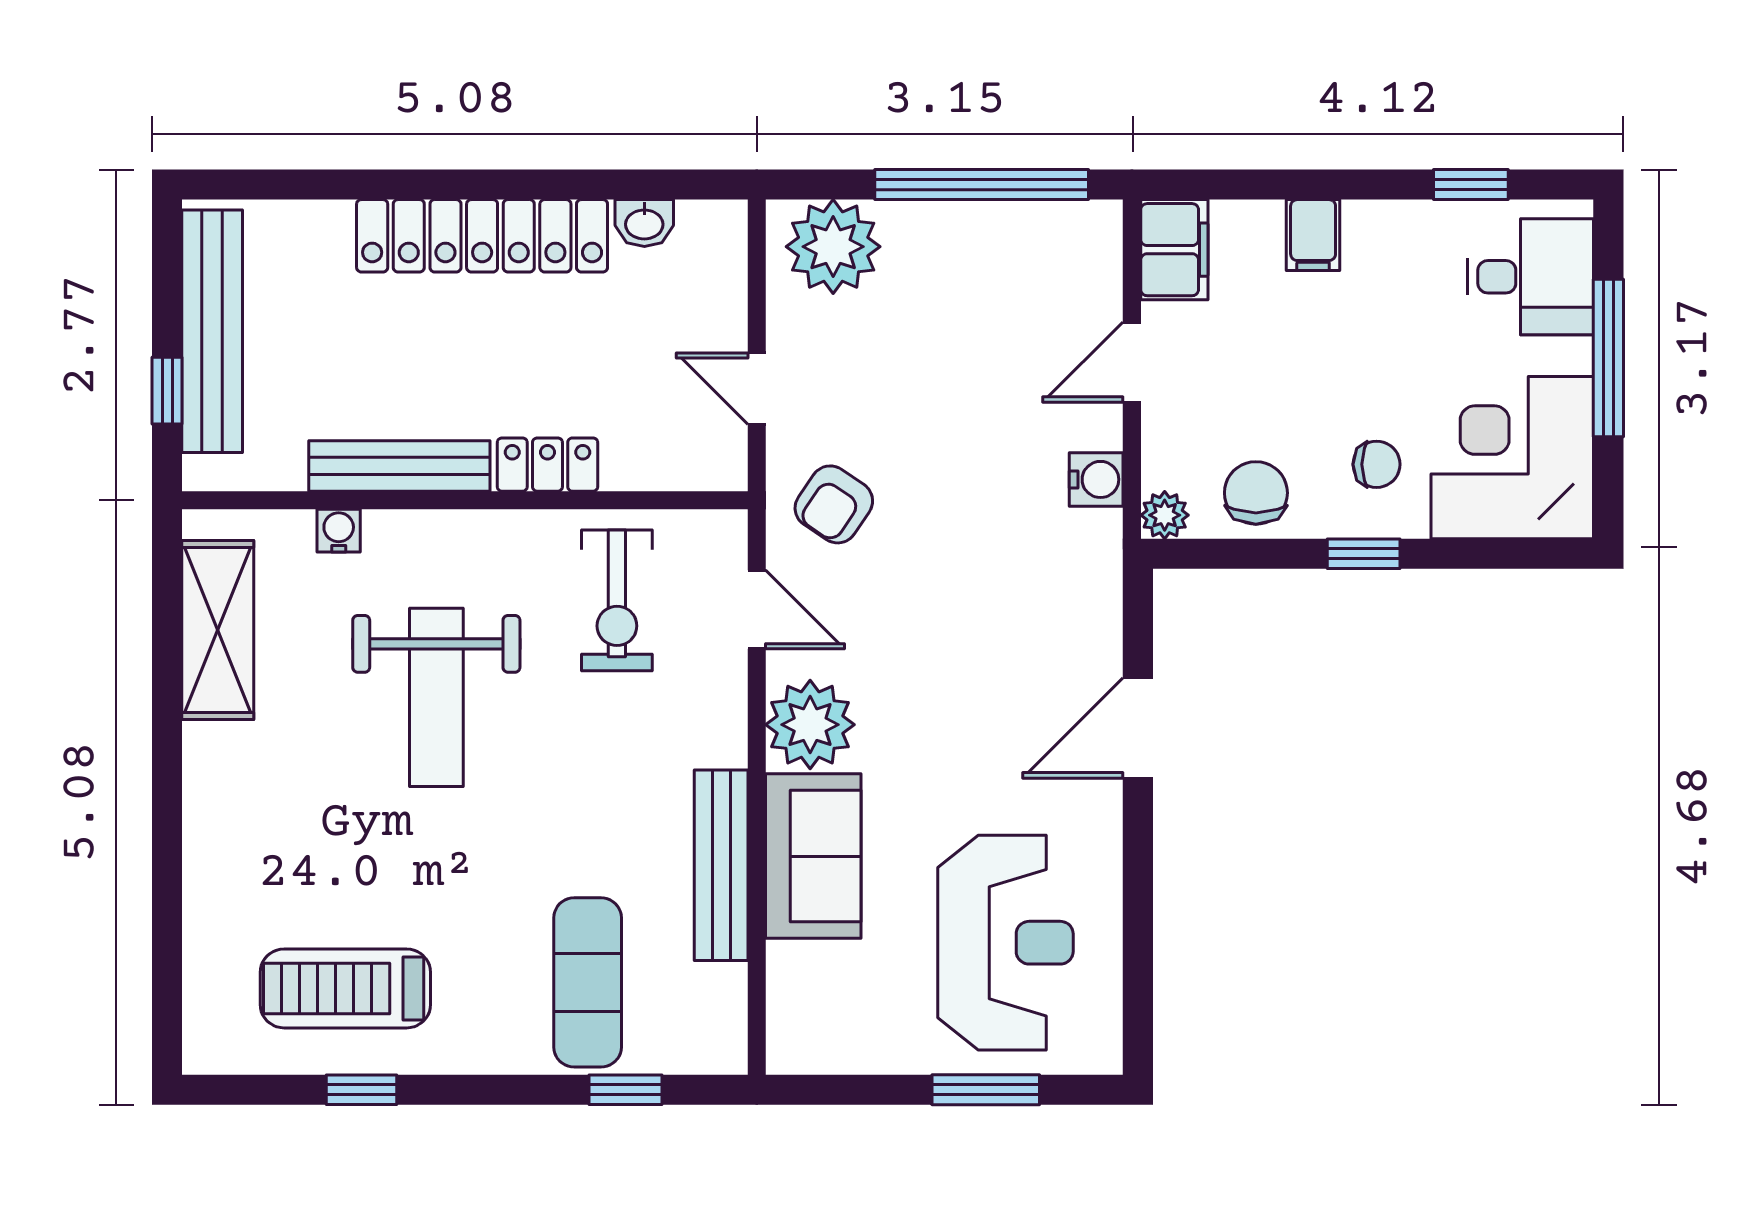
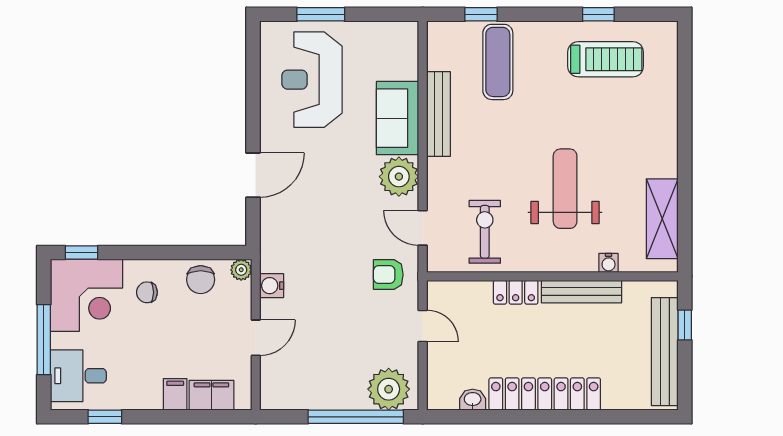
window: (982, 185) -> (356, 417), moved
filing cabinet: (1174, 250) -> (211, 395), moved, turned 90
armchair: (834, 504) -> (388, 275), turned -124
window: (1364, 554) -> (81, 253), moved

